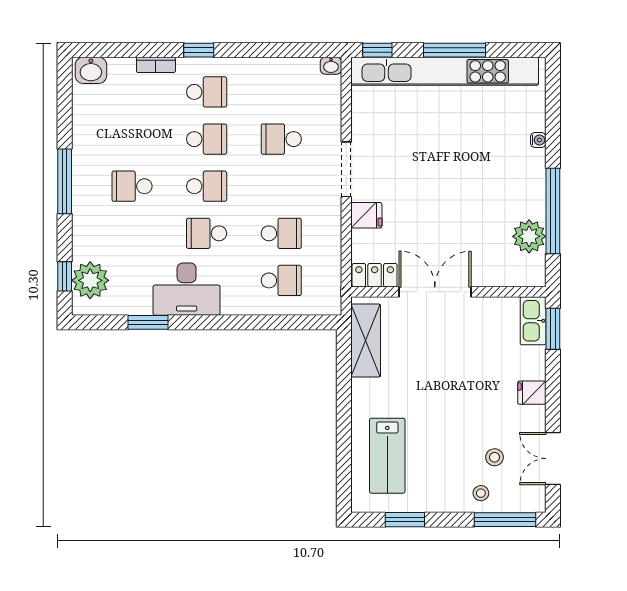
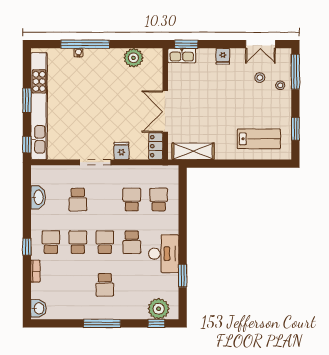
window: (455, 50) -> (27, 100), width x0.69
washbasin: (331, 66) -> (38, 197), moved, width x1.91, depth x1.45
window: (553, 211) -> (85, 44), moved

